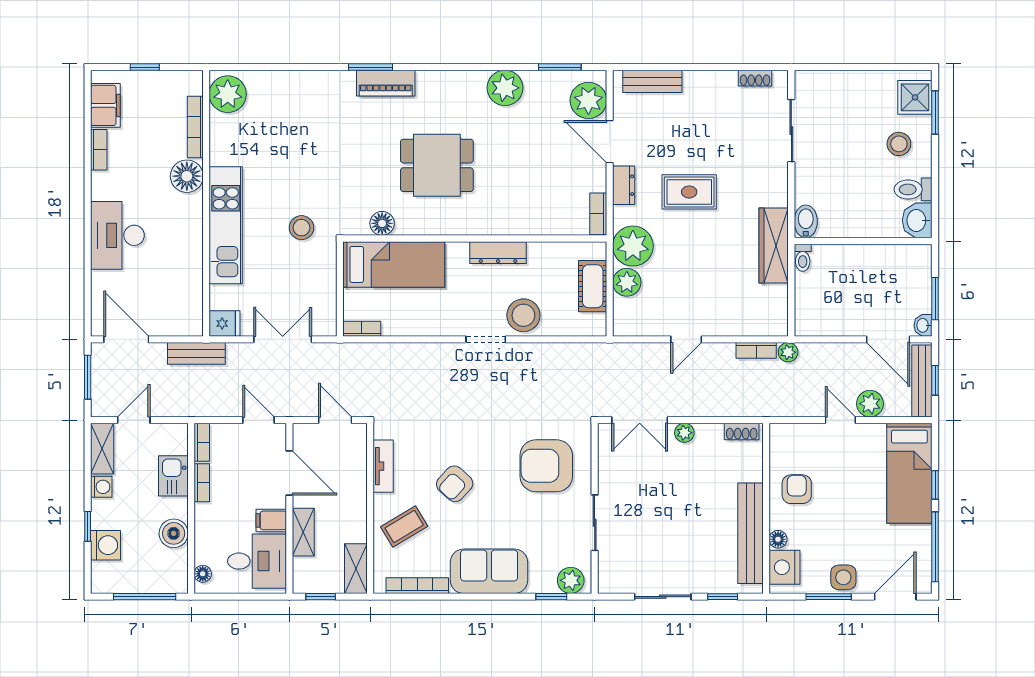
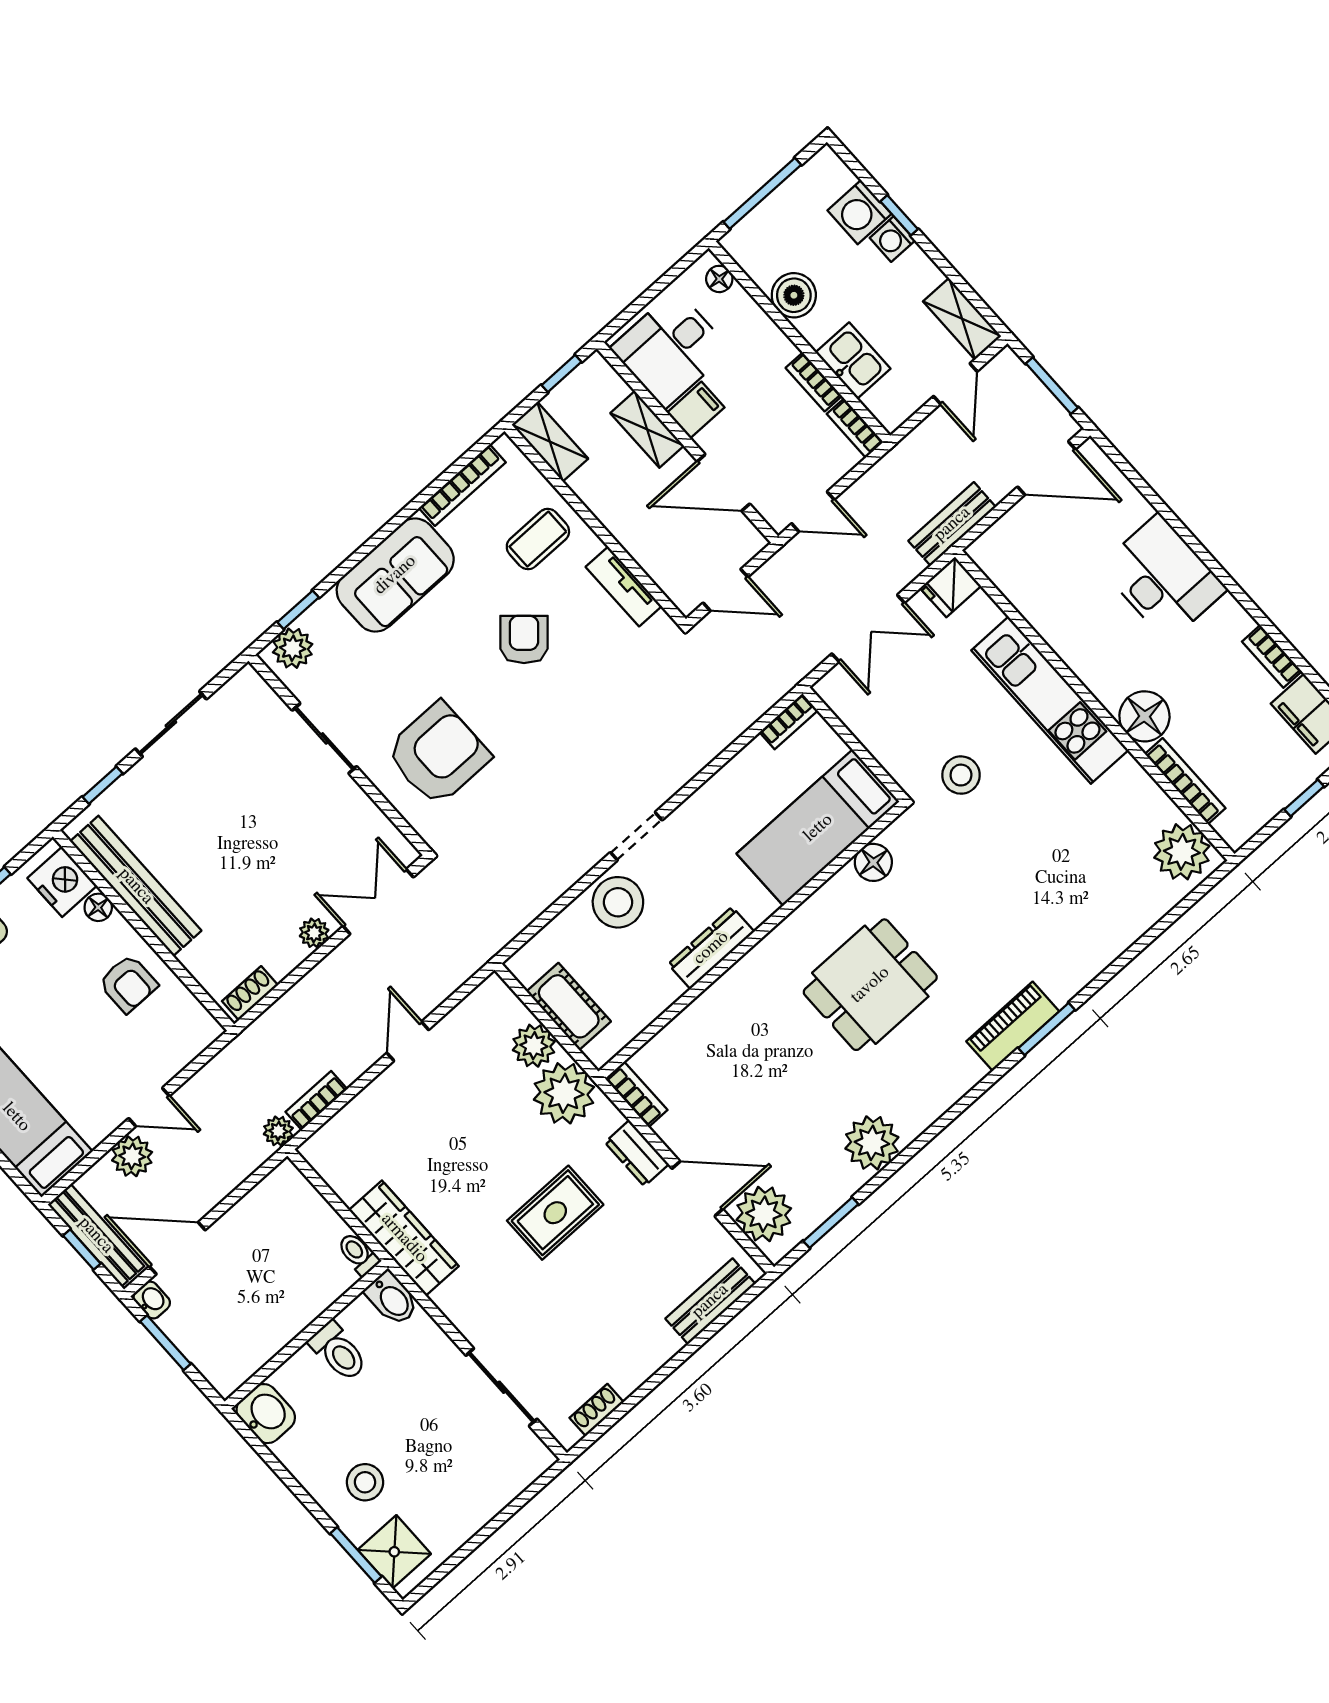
toilet: (913, 189) -> (338, 1351), moved, turned 90
washing machine: (101, 487) -> (892, 239), moved
coffee table: (404, 527) -> (538, 539), turned 31

